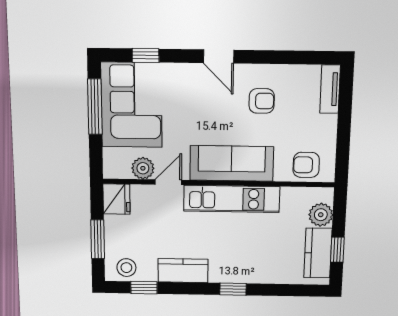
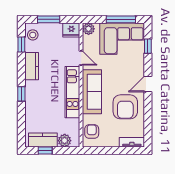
armchair: (262, 101) -> (125, 107), width x1.88, depth x1.88
plant: (143, 168) -> (89, 29), moved

